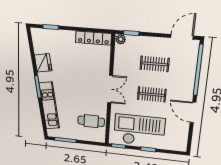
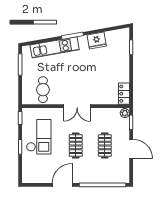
door: (182, 37) -> (131, 149), moved
locker: (93, 38) -> (124, 94), width x0.66
checkout: (139, 130) -> (39, 137), width x0.73, depth x0.83

